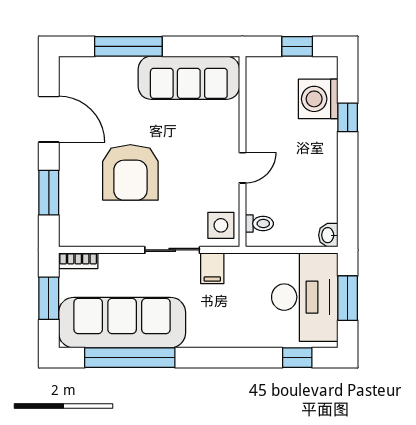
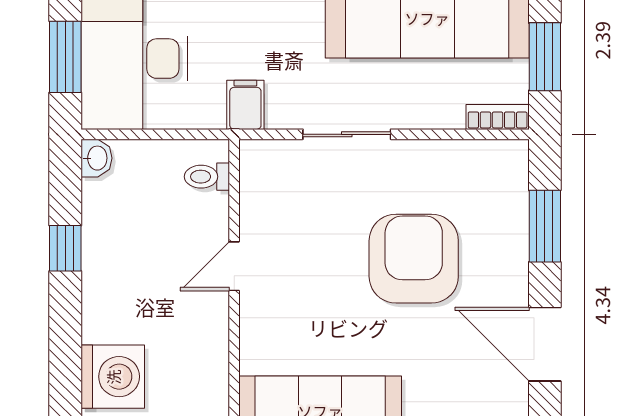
window: (348, 117) -> (65, 248), moved
side table: (221, 225) -> (269, 174), removed
filing cabinet: (212, 268) -> (245, 105), moved

